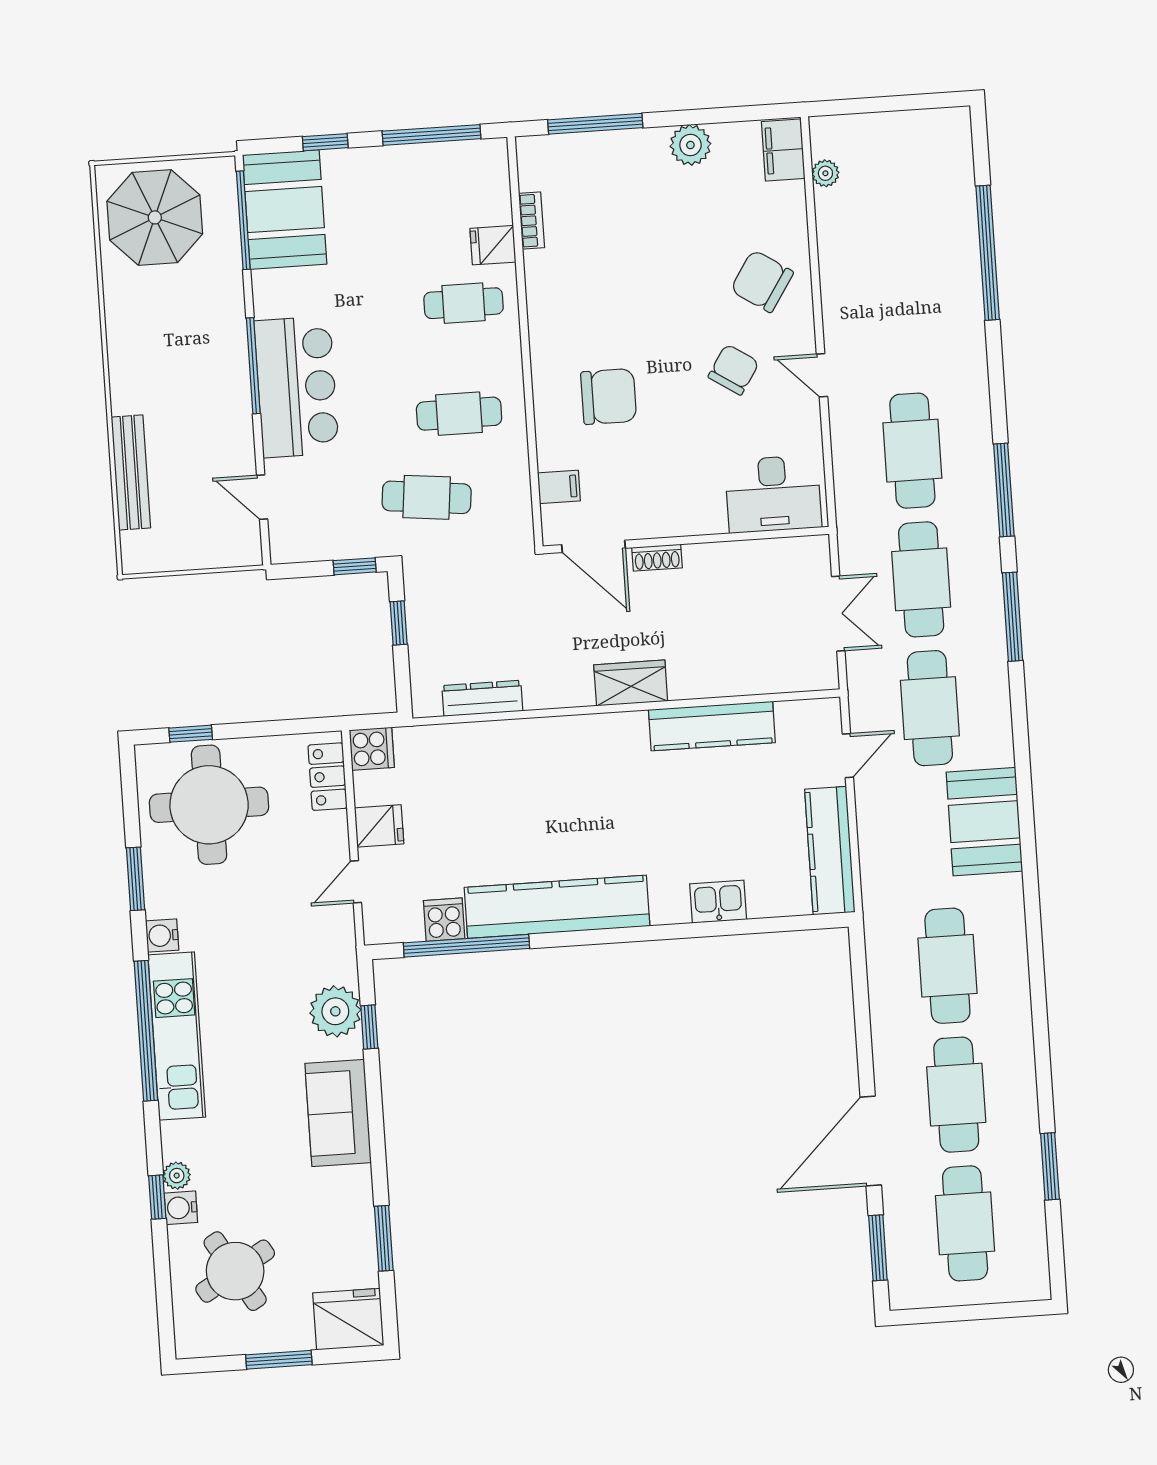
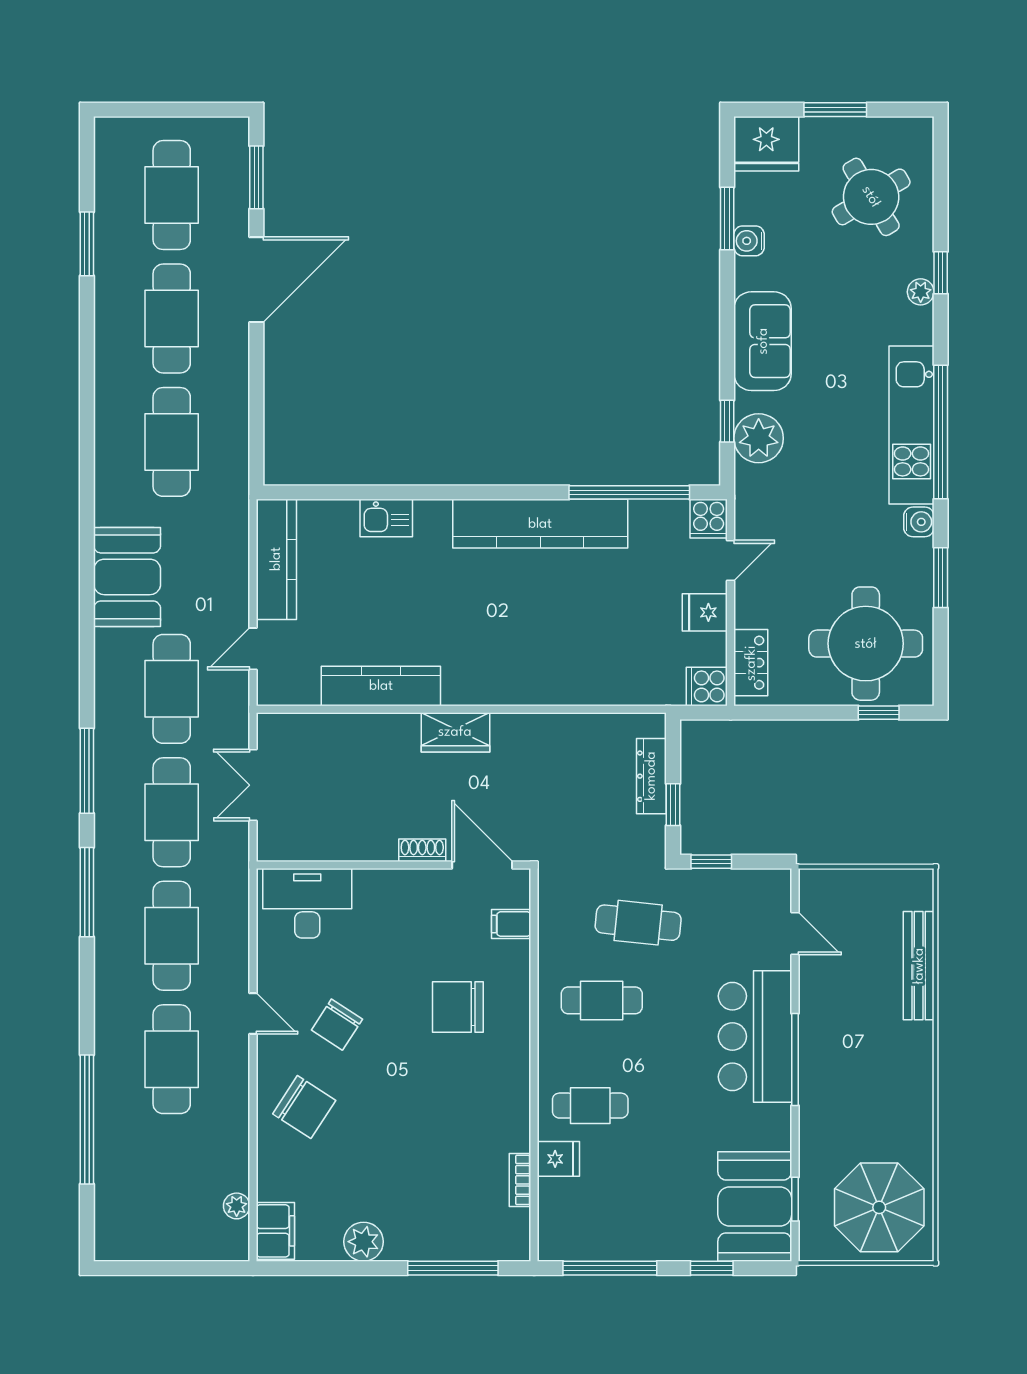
window: (243, 220) -> (795, 1199), width x0.46
cafe table: (904, 322) -> (172, 1059), added
dresser: (482, 698) -> (651, 776), moved, turned 90
cooker: (444, 920) -> (709, 519), moved
water cooler: (181, 1208) -> (749, 241), moved, turned 180

